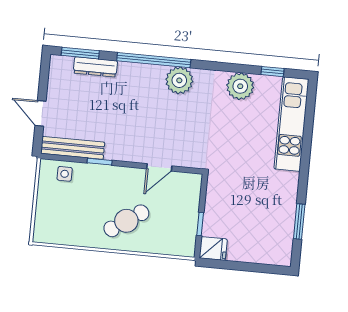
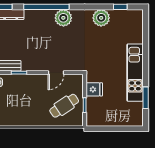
kitchen unit: (291, 124) -> (135, 73), moved
cafe table: (126, 221) -> (64, 106), moved
fridge: (213, 249) -> (94, 89), moved

